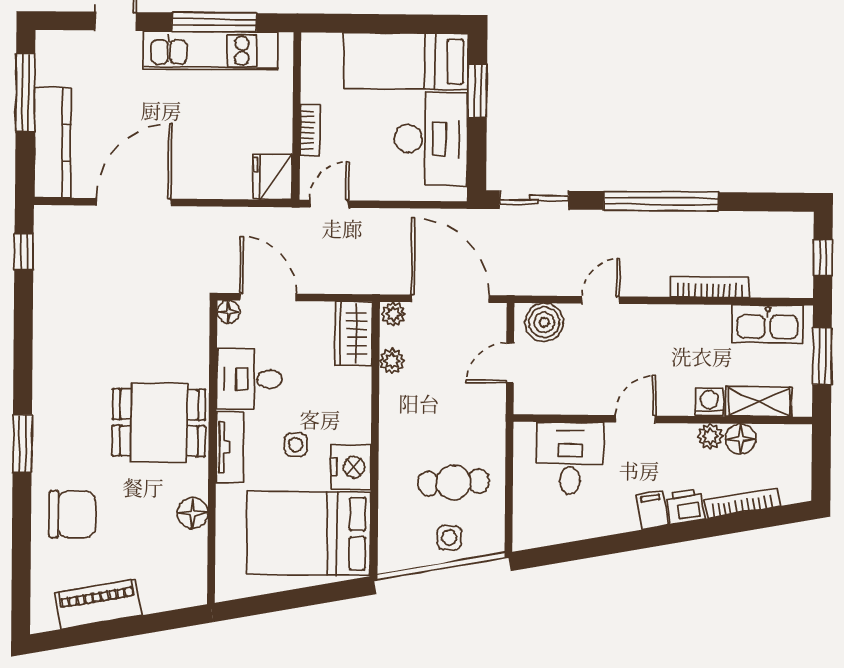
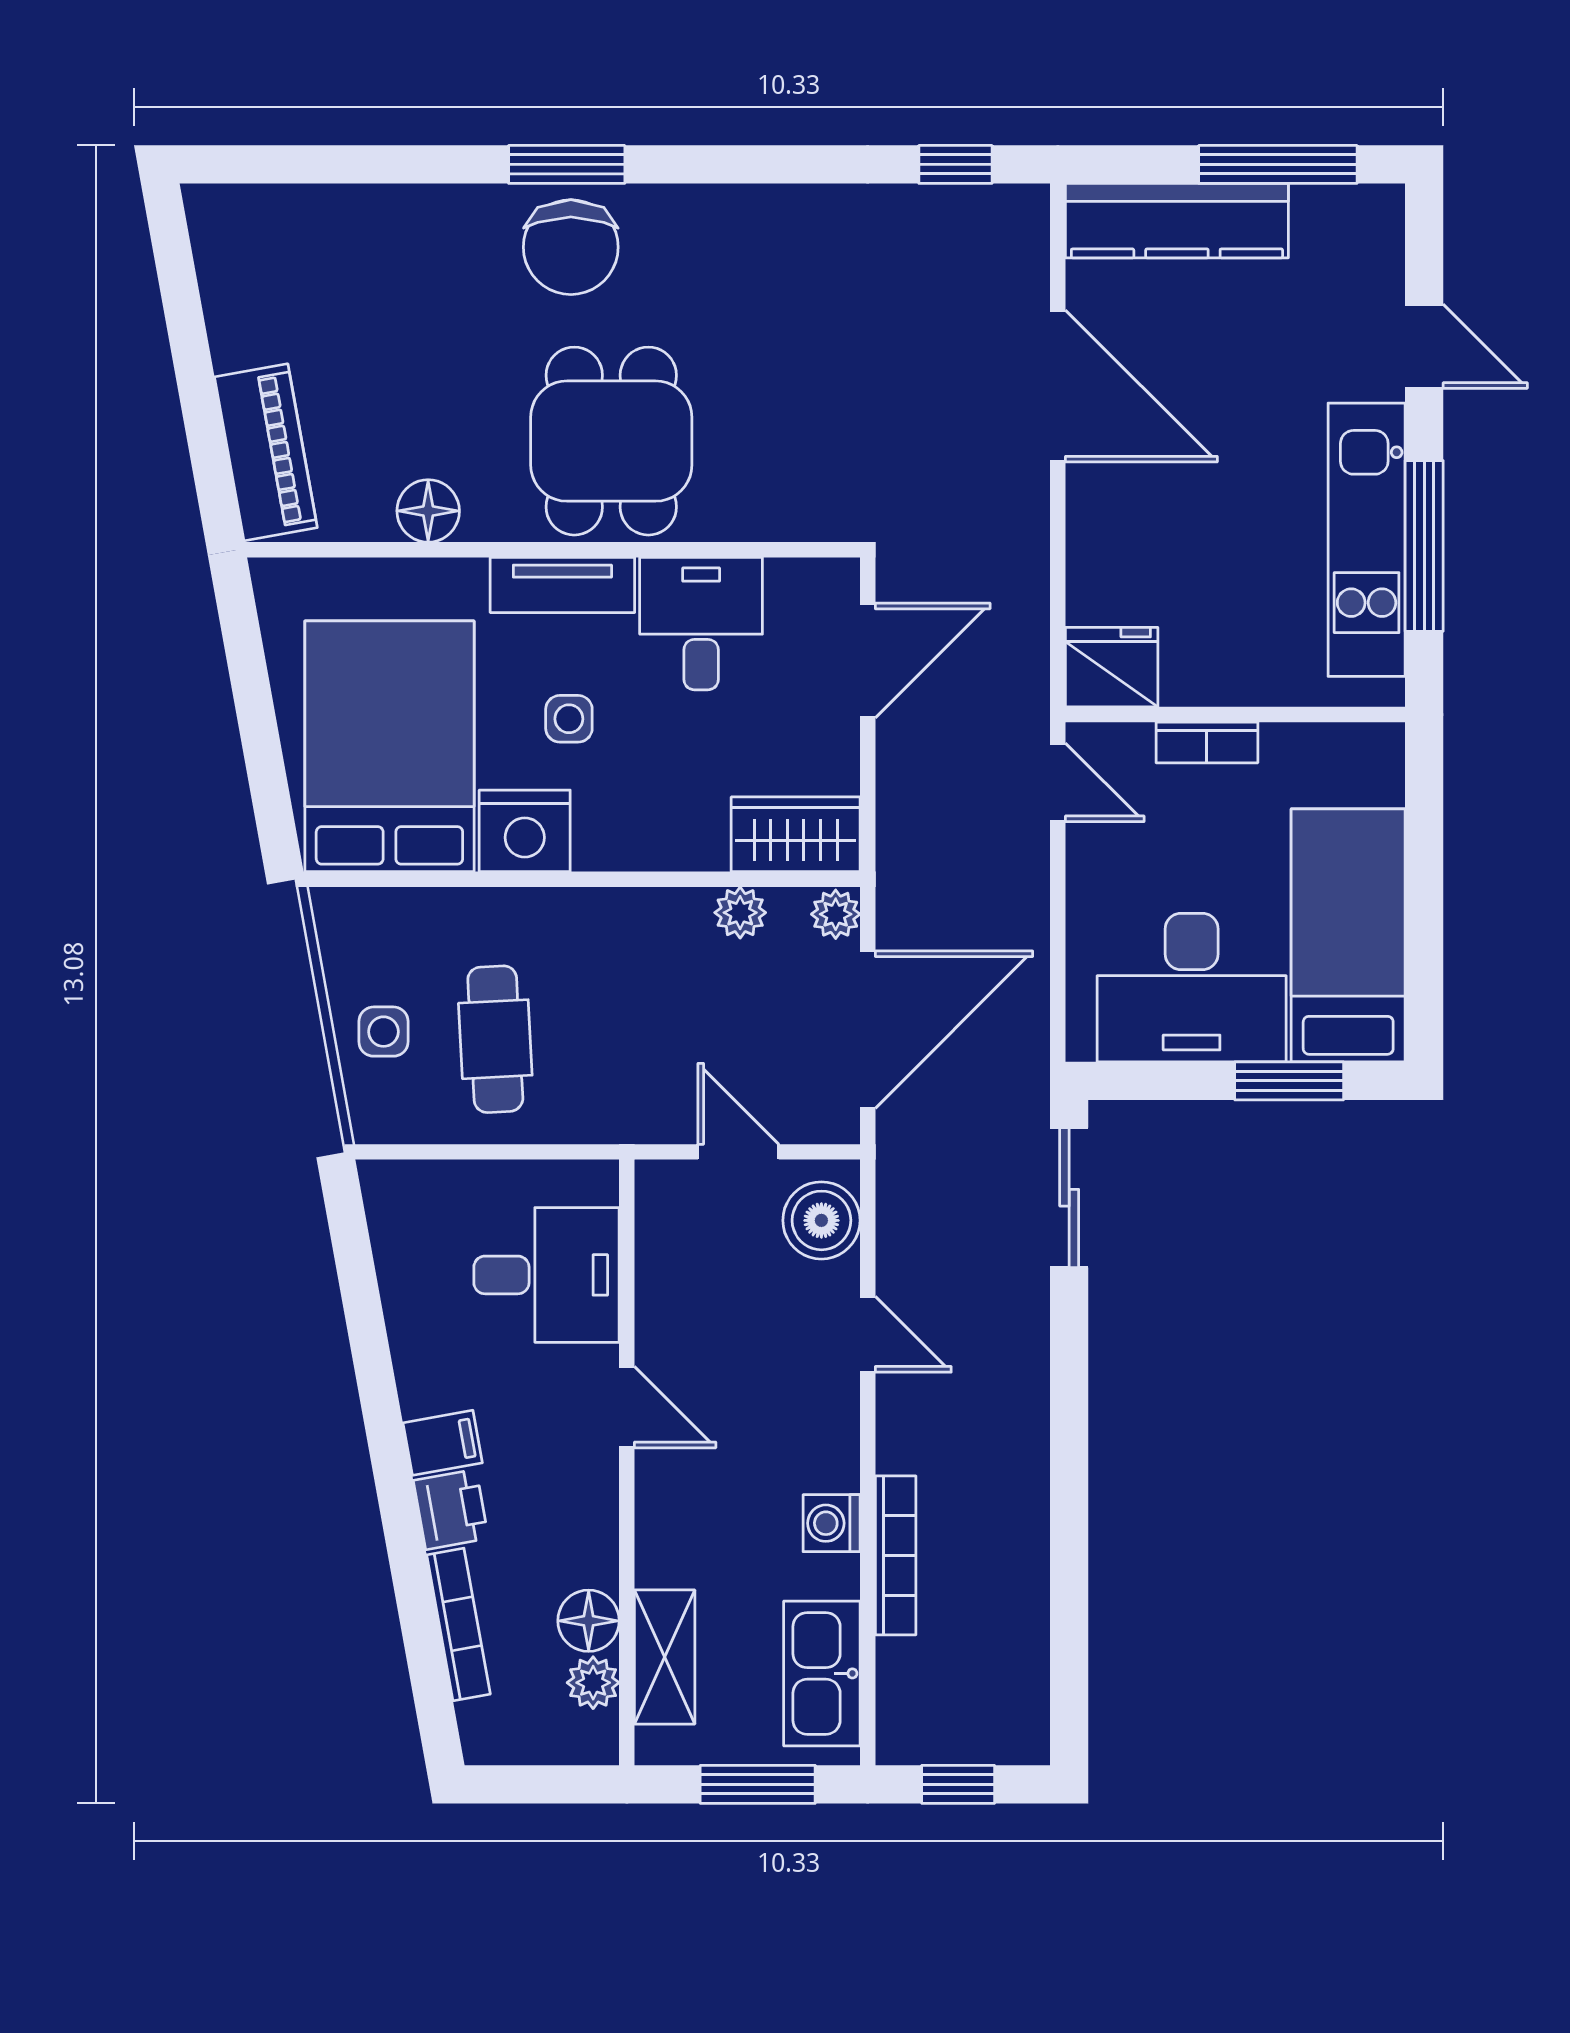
window: (661, 201) -> (1069, 1455), removed
floor lamp: (229, 312) -> (837, 580), removed
washing machine: (709, 402) -> (832, 1523), moved, turned 180
plant: (710, 436) -> (593, 1683), moved
chair: (72, 514) -> (571, 247), moved
piano: (98, 604) -> (266, 452), moved

